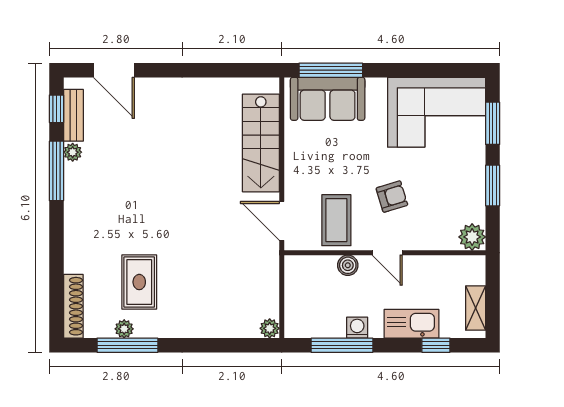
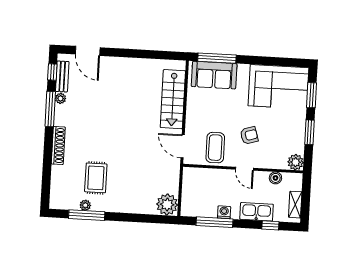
boiler: (348, 265) -> (275, 178), moved
shoe rack: (73, 306) -> (58, 145), moved
plant: (270, 328) -> (167, 205), width x1.88, depth x1.88

